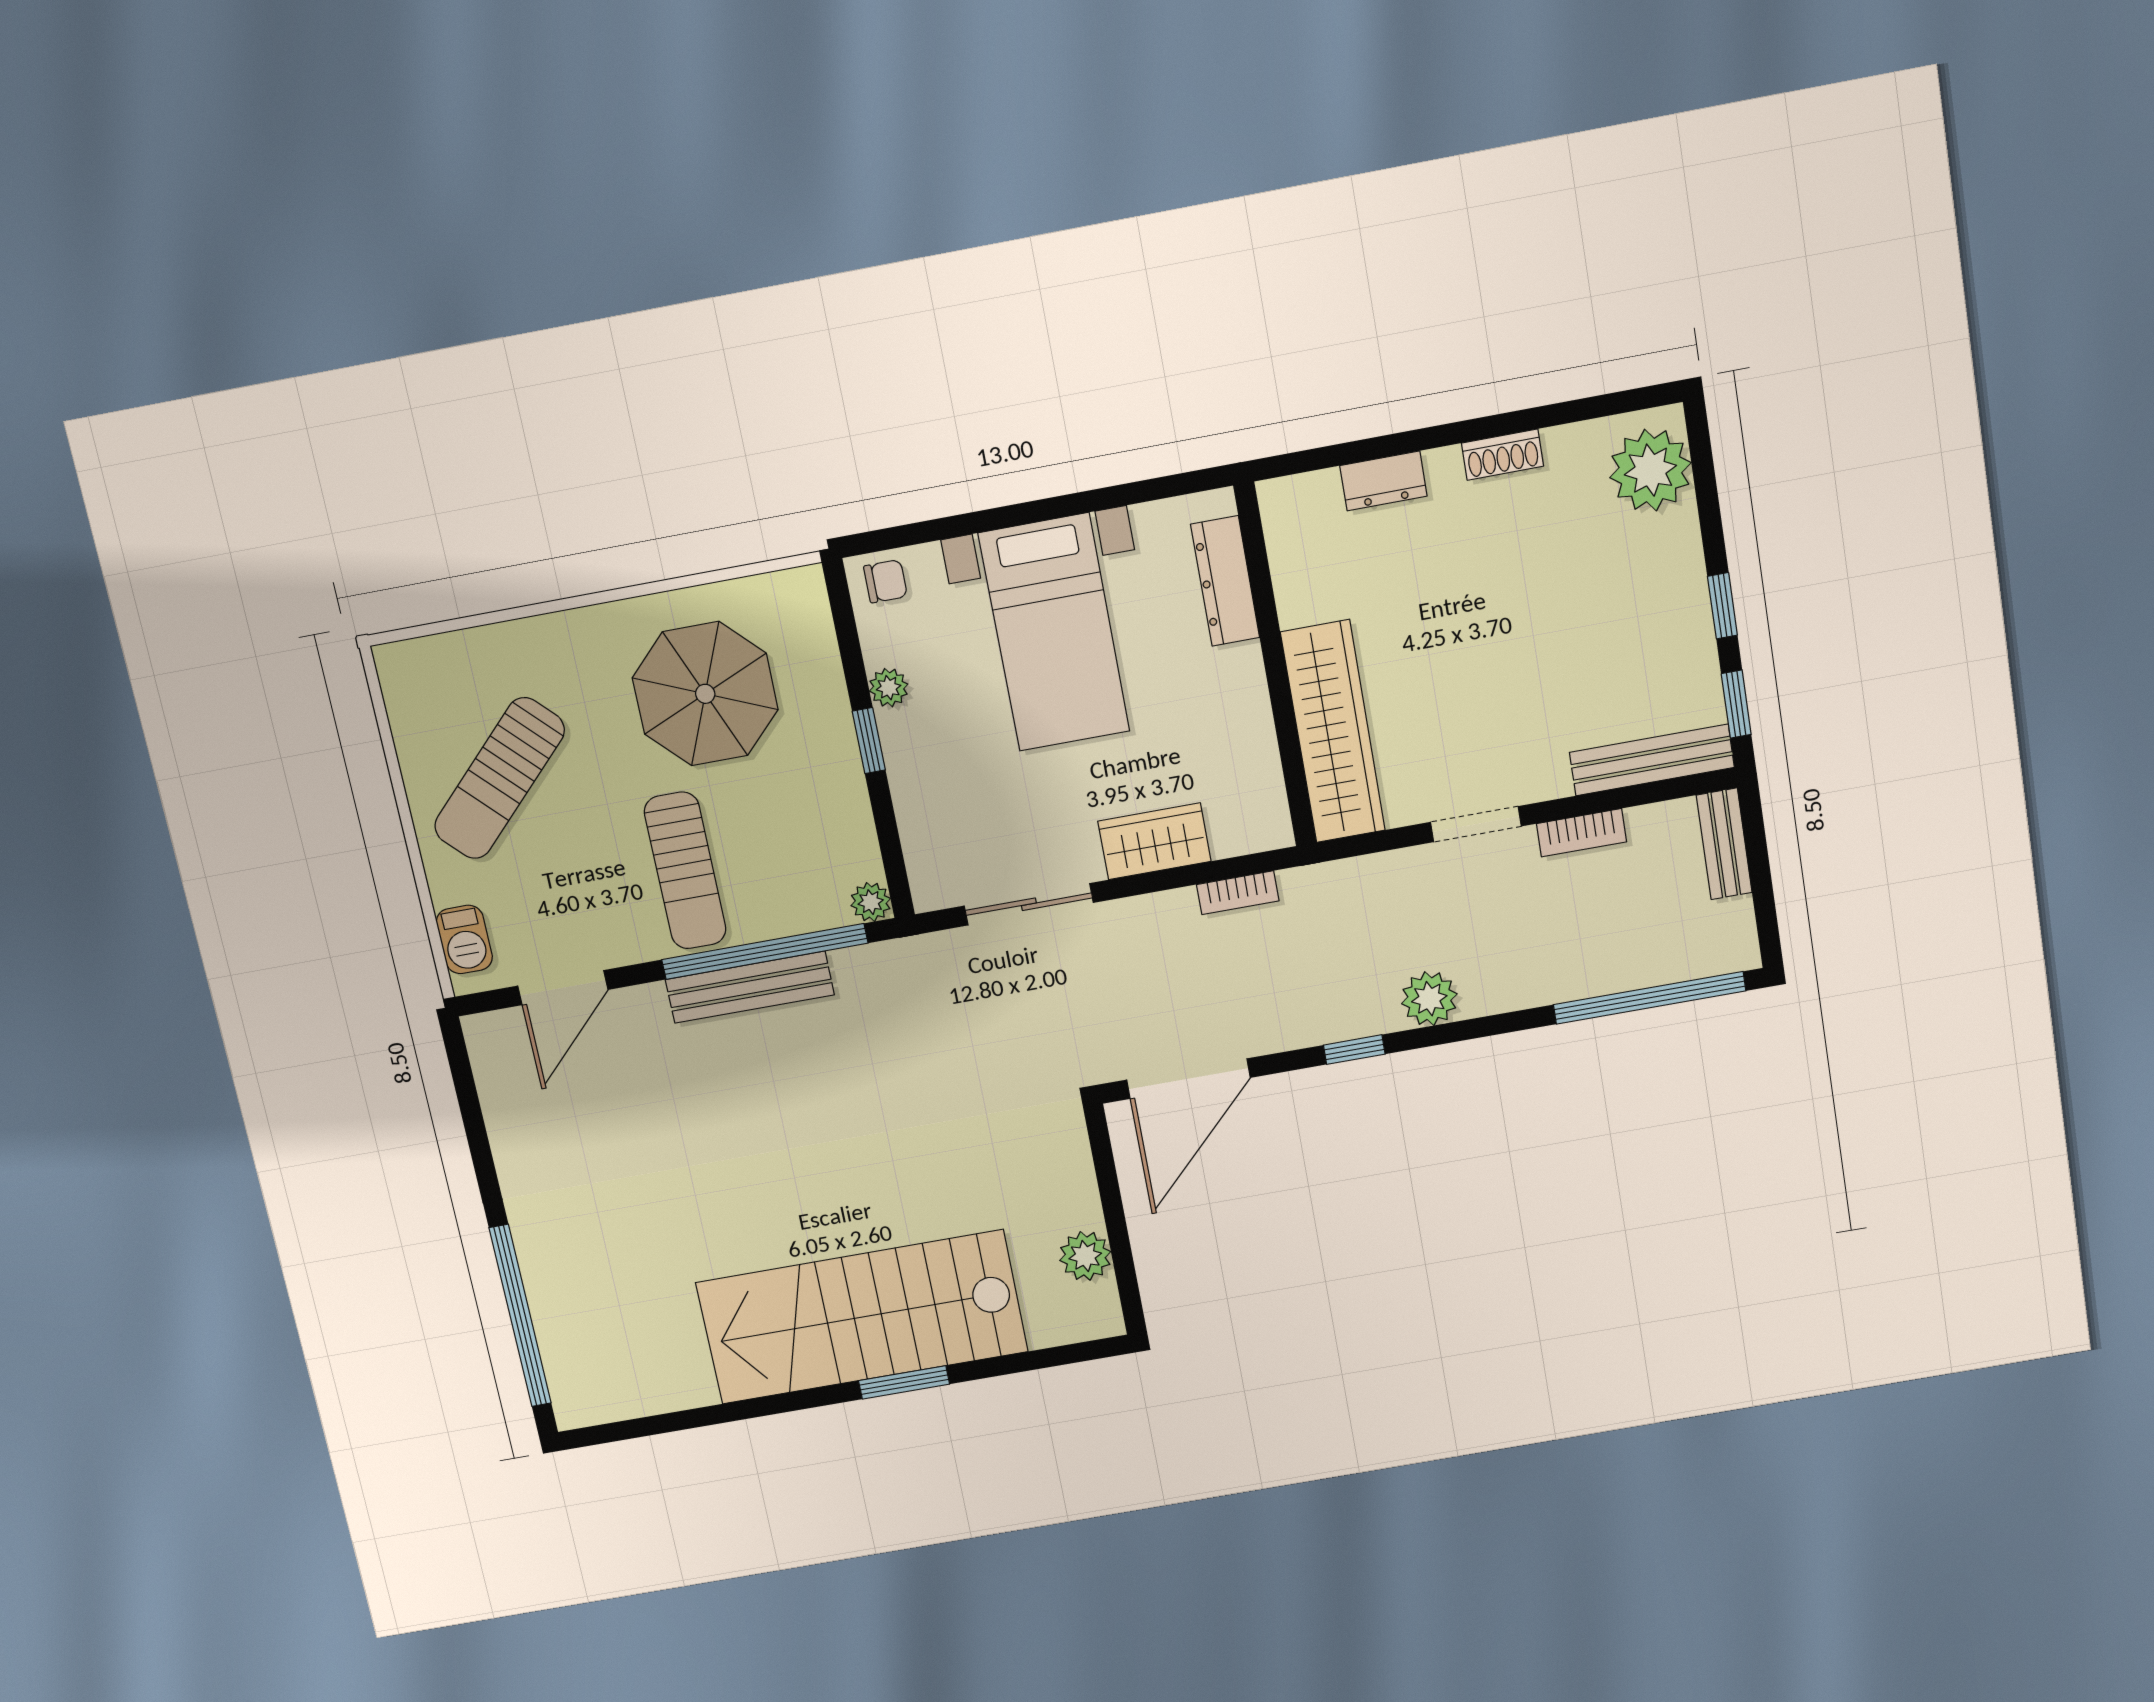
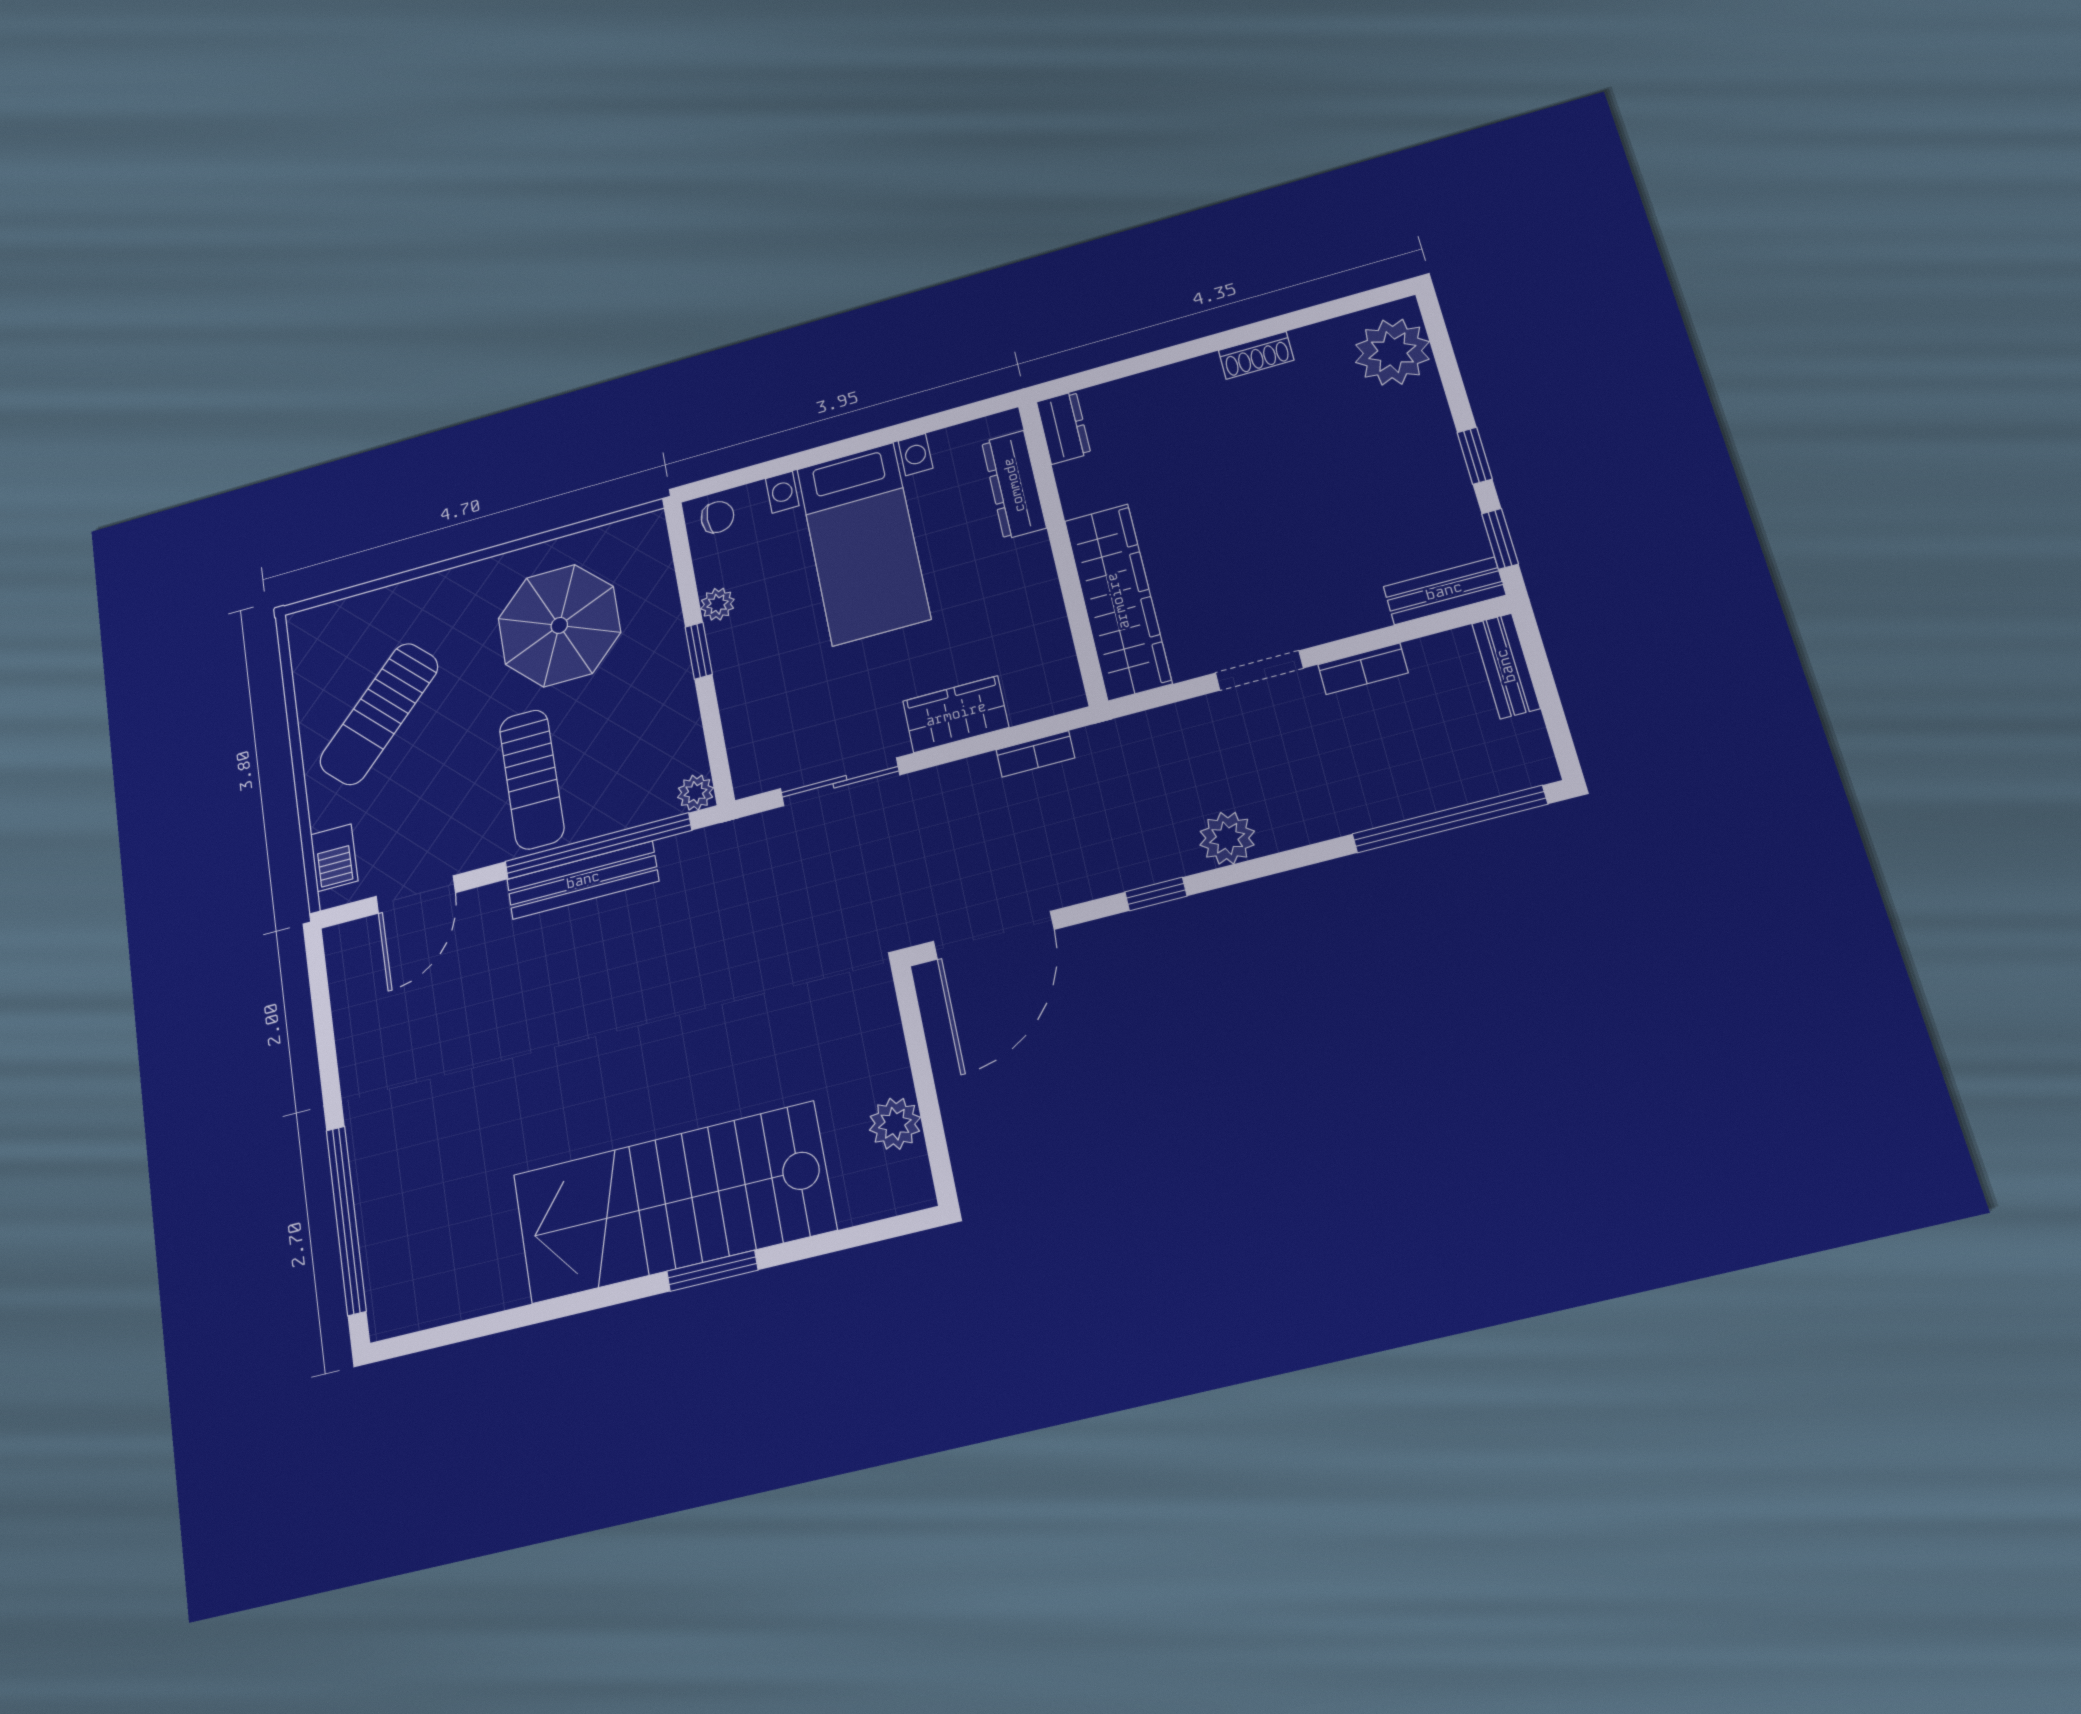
dresser: (1383, 481) -> (1064, 428), moved, turned -90
bench: (1652, 760) -> (1444, 591), width x0.73

